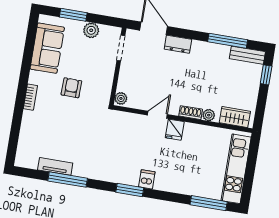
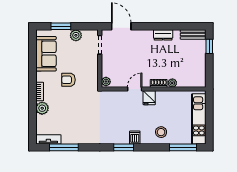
window: (228, 41) -> (177, 26), removed
dresser: (178, 44) -> (163, 35), moved
armchair: (71, 88) -> (68, 80), turned -91
wardrobe: (235, 117) -> (192, 81), removed
plant: (30, 120) -> (42, 108), added
tv unit: (55, 166) -> (48, 139), moved
stool: (183, 178) -> (161, 132), added
window: (68, 180) -> (64, 147), moved

